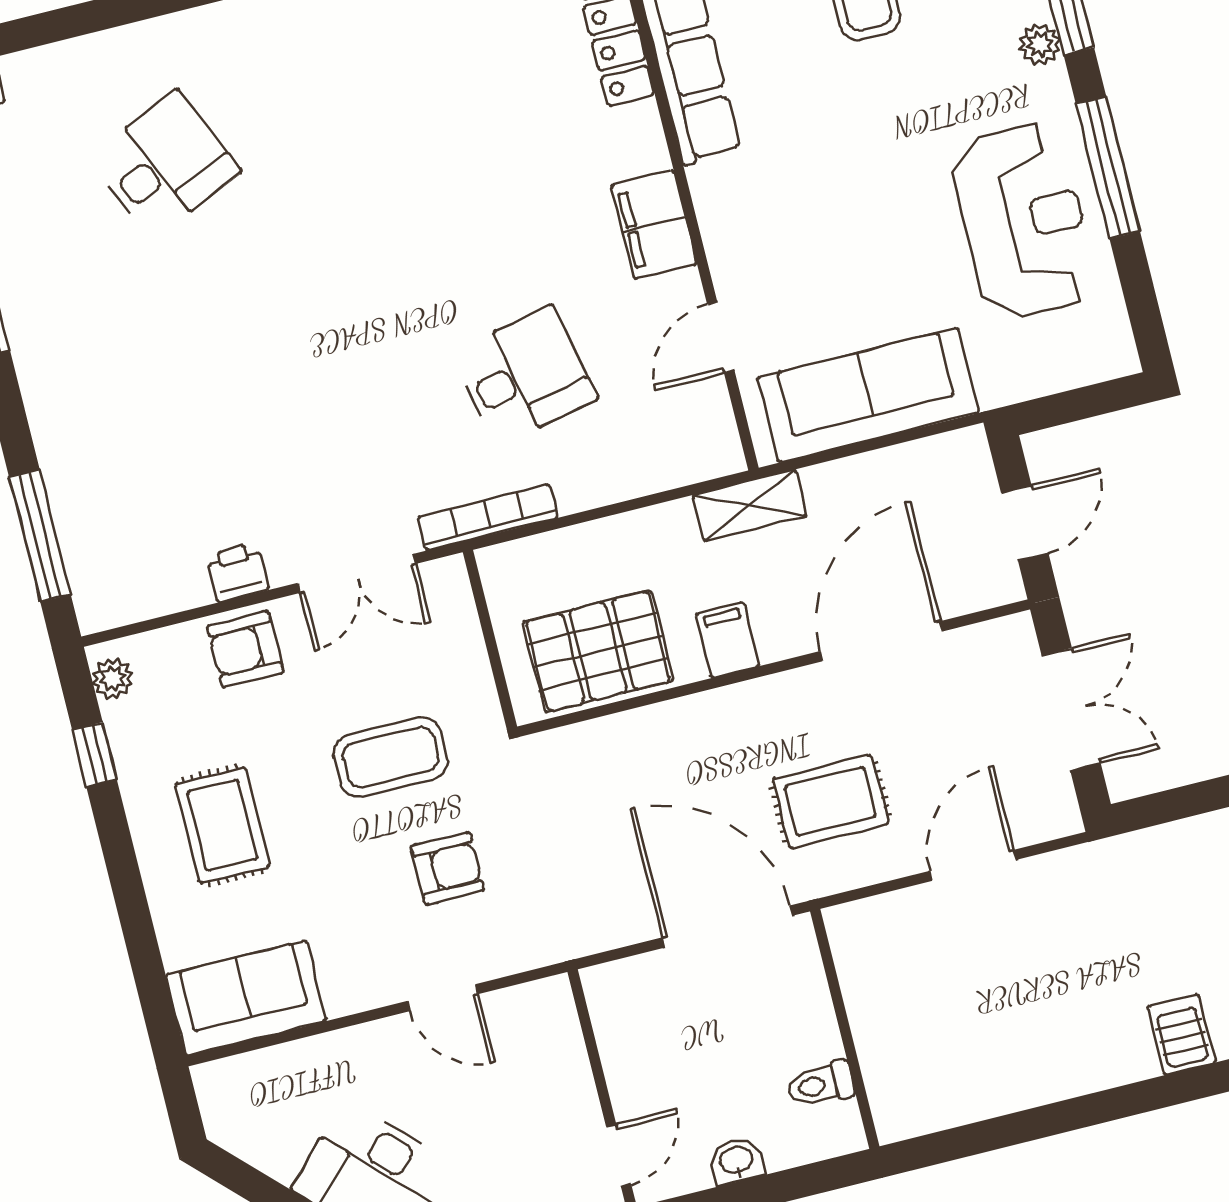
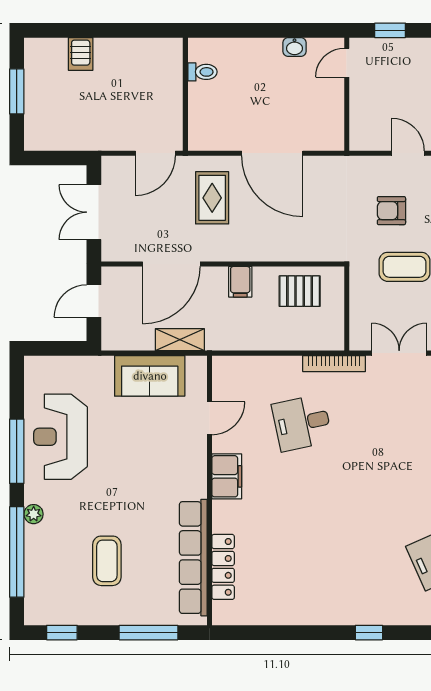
sofa: (868, 395) -> (150, 376), width x0.73
shelving: (750, 505) -> (180, 340), moved
pallet: (598, 651) -> (300, 291), width x0.67, depth x0.71
rug: (830, 801) -> (212, 198), turned 90
wall: (845, 1029) -> (185, 94), moved
toilet: (821, 1085) -> (202, 72), moved

